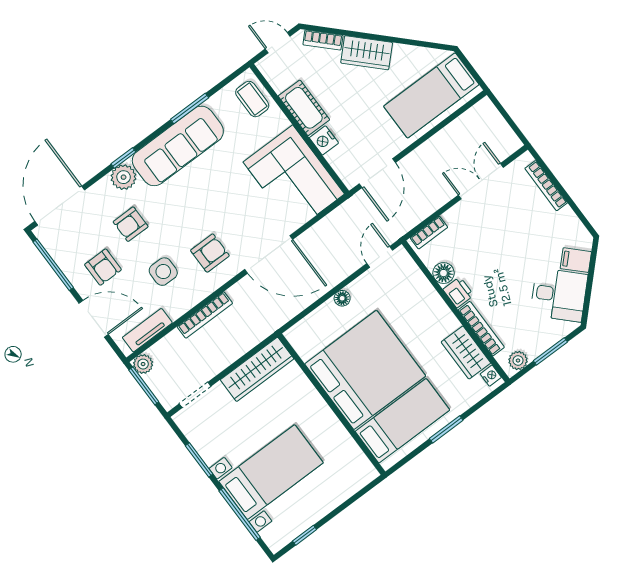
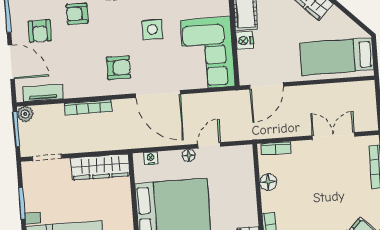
door: (380, 257) -> (209, 145), moved
side table: (163, 272) -> (152, 30), moved
printer: (458, 292) -> (270, 202), removed
nightstand: (304, 327) -> (151, 158), added

